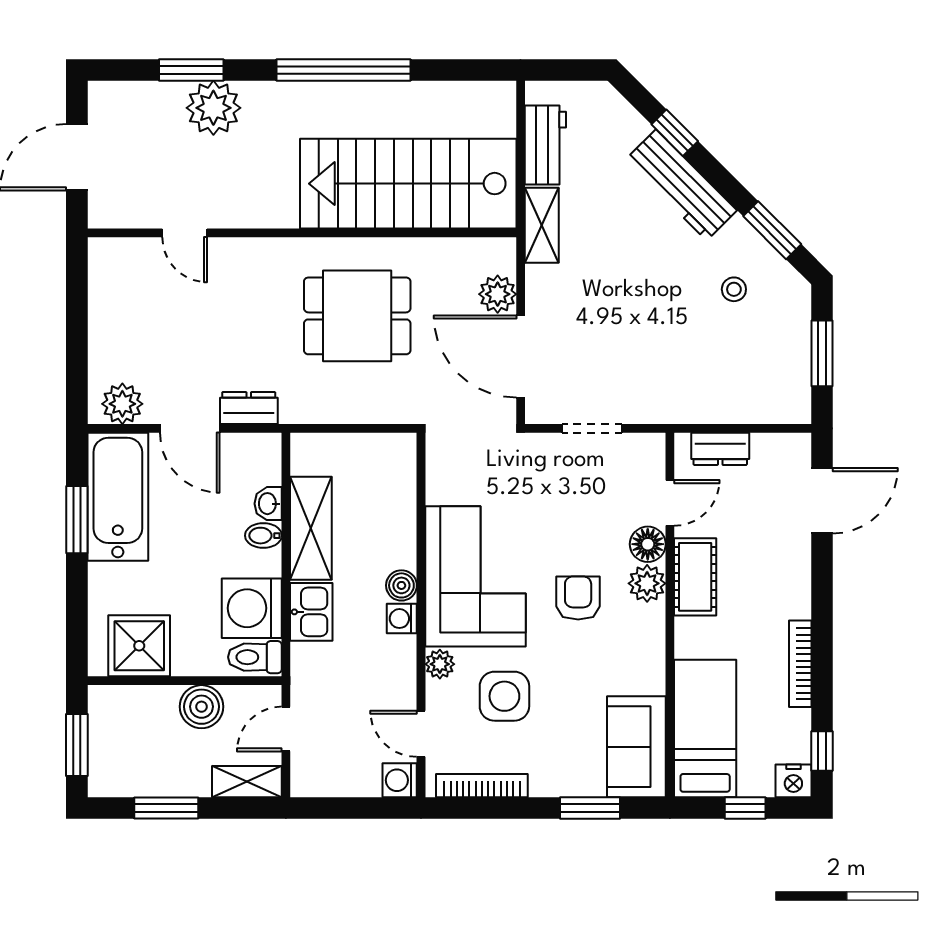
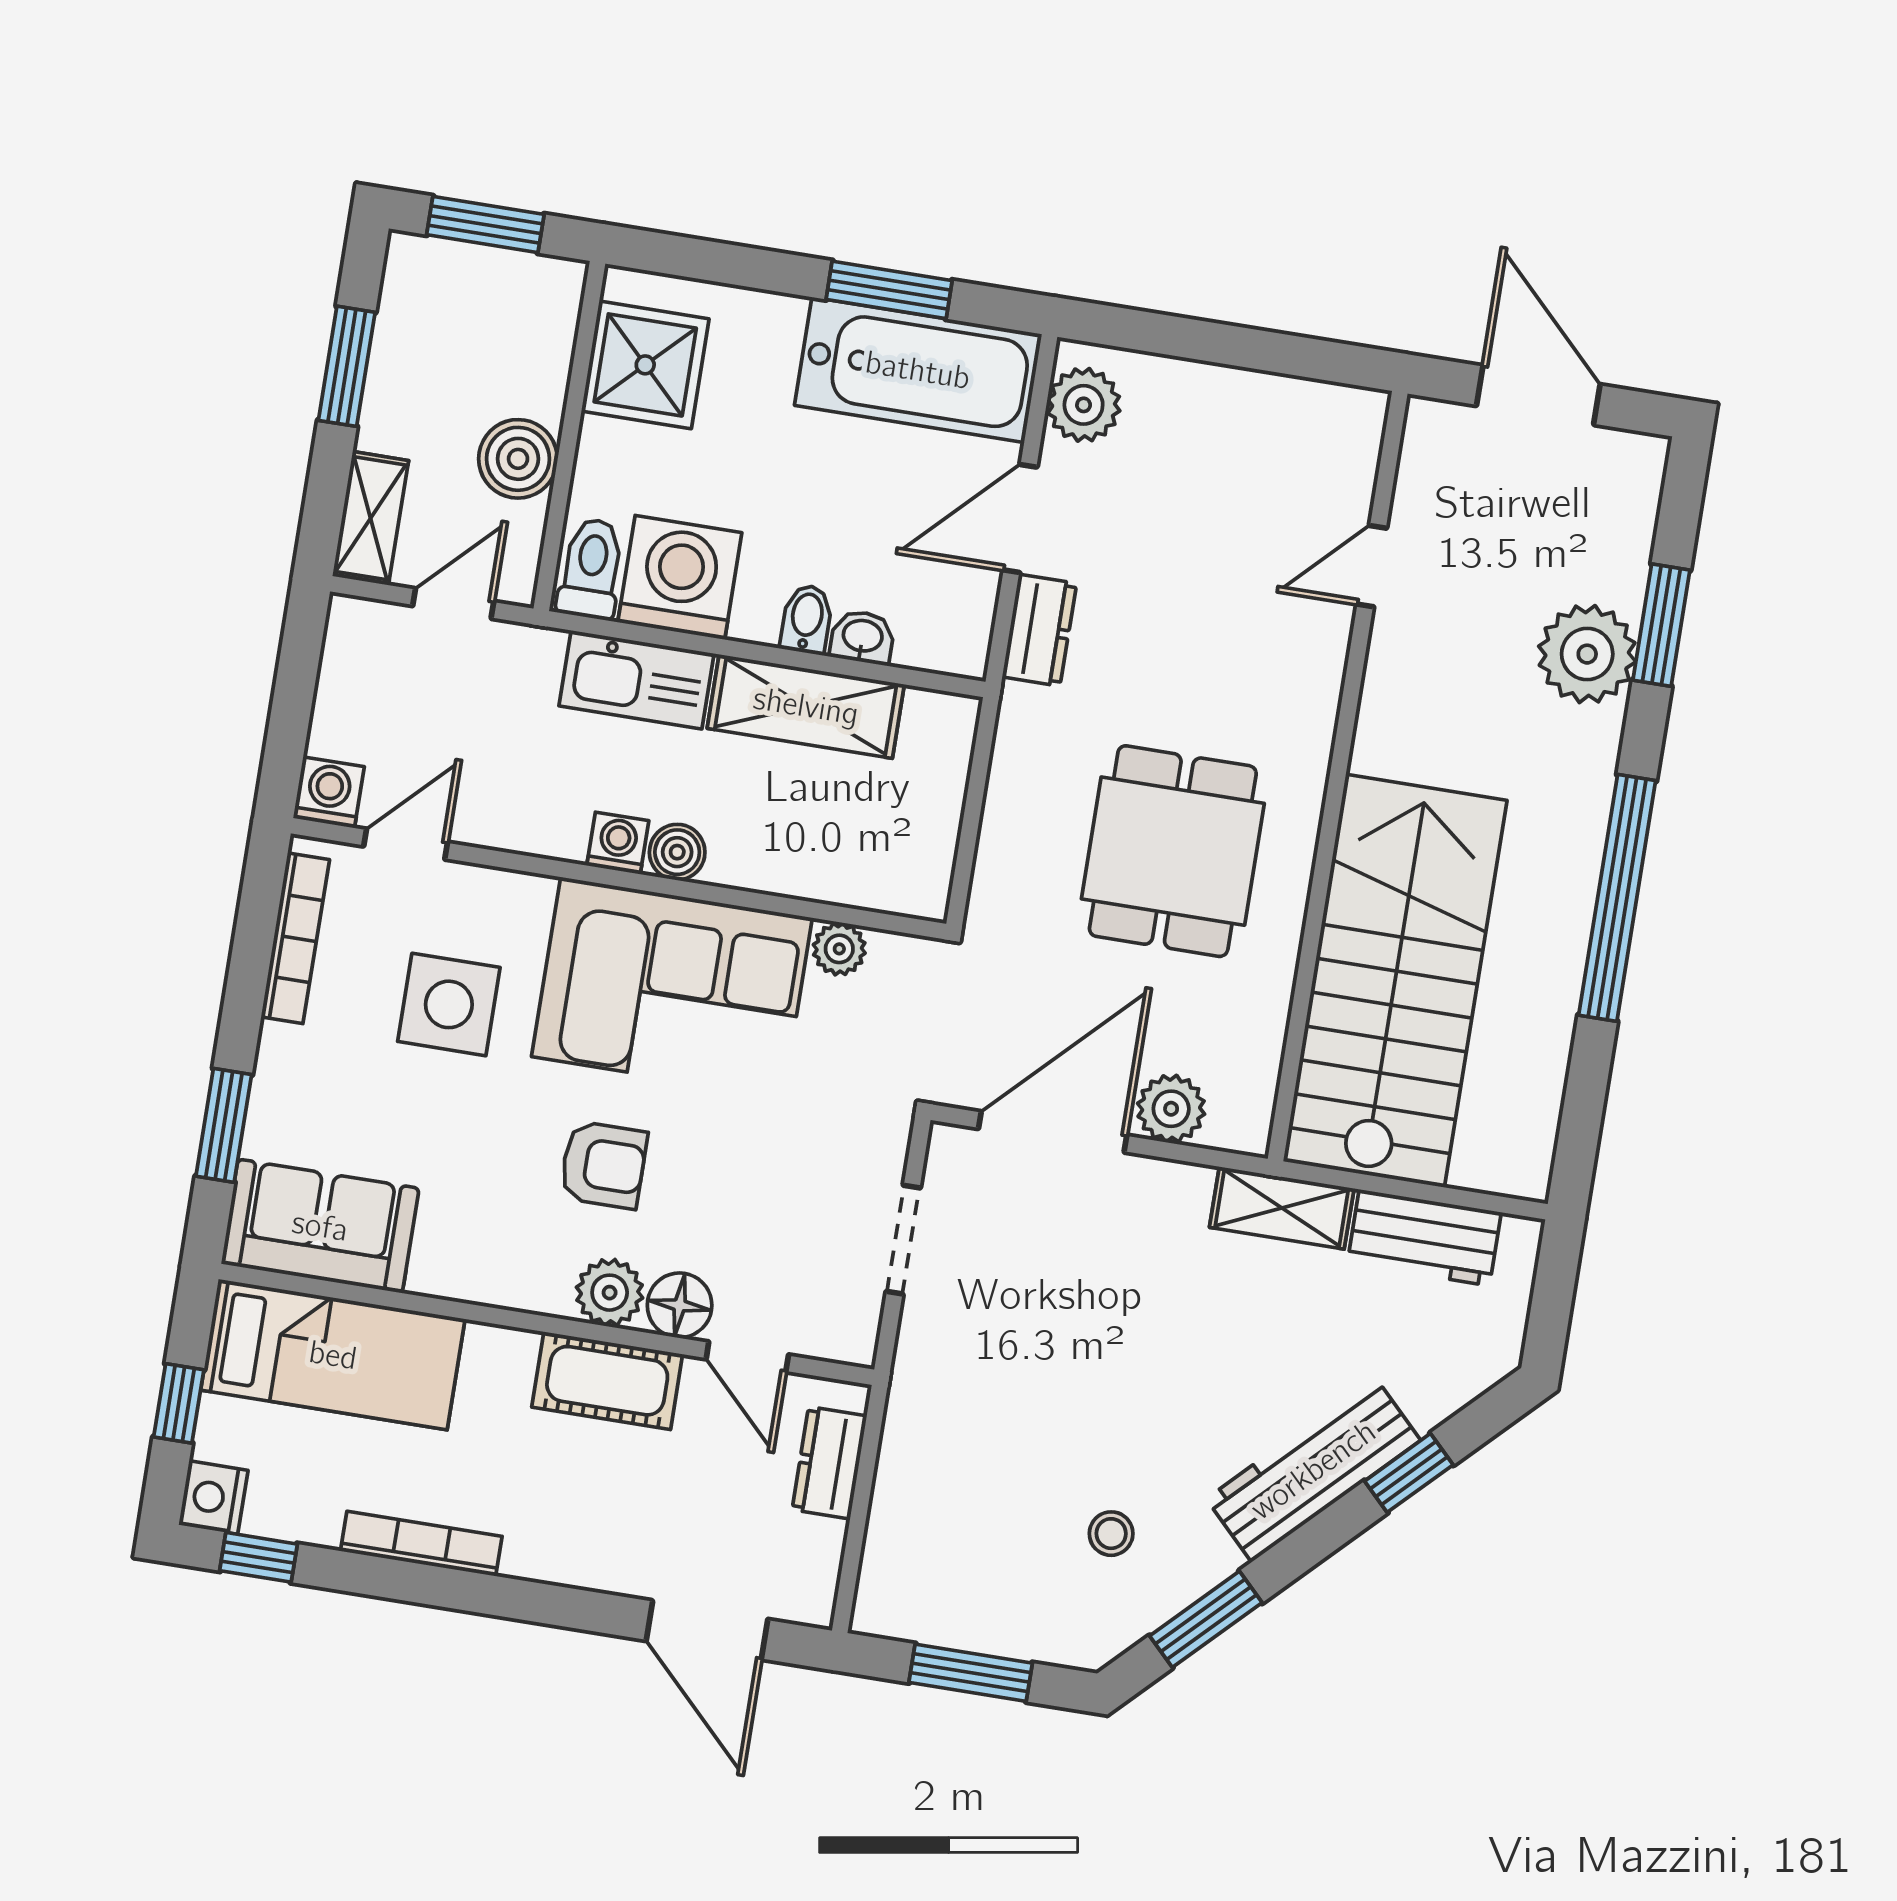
kitchen sink: (311, 612) -> (636, 680), width x1.38
plant: (440, 664) -> (839, 949), moved
door: (286, 729) -> (453, 604), hinge flipped

